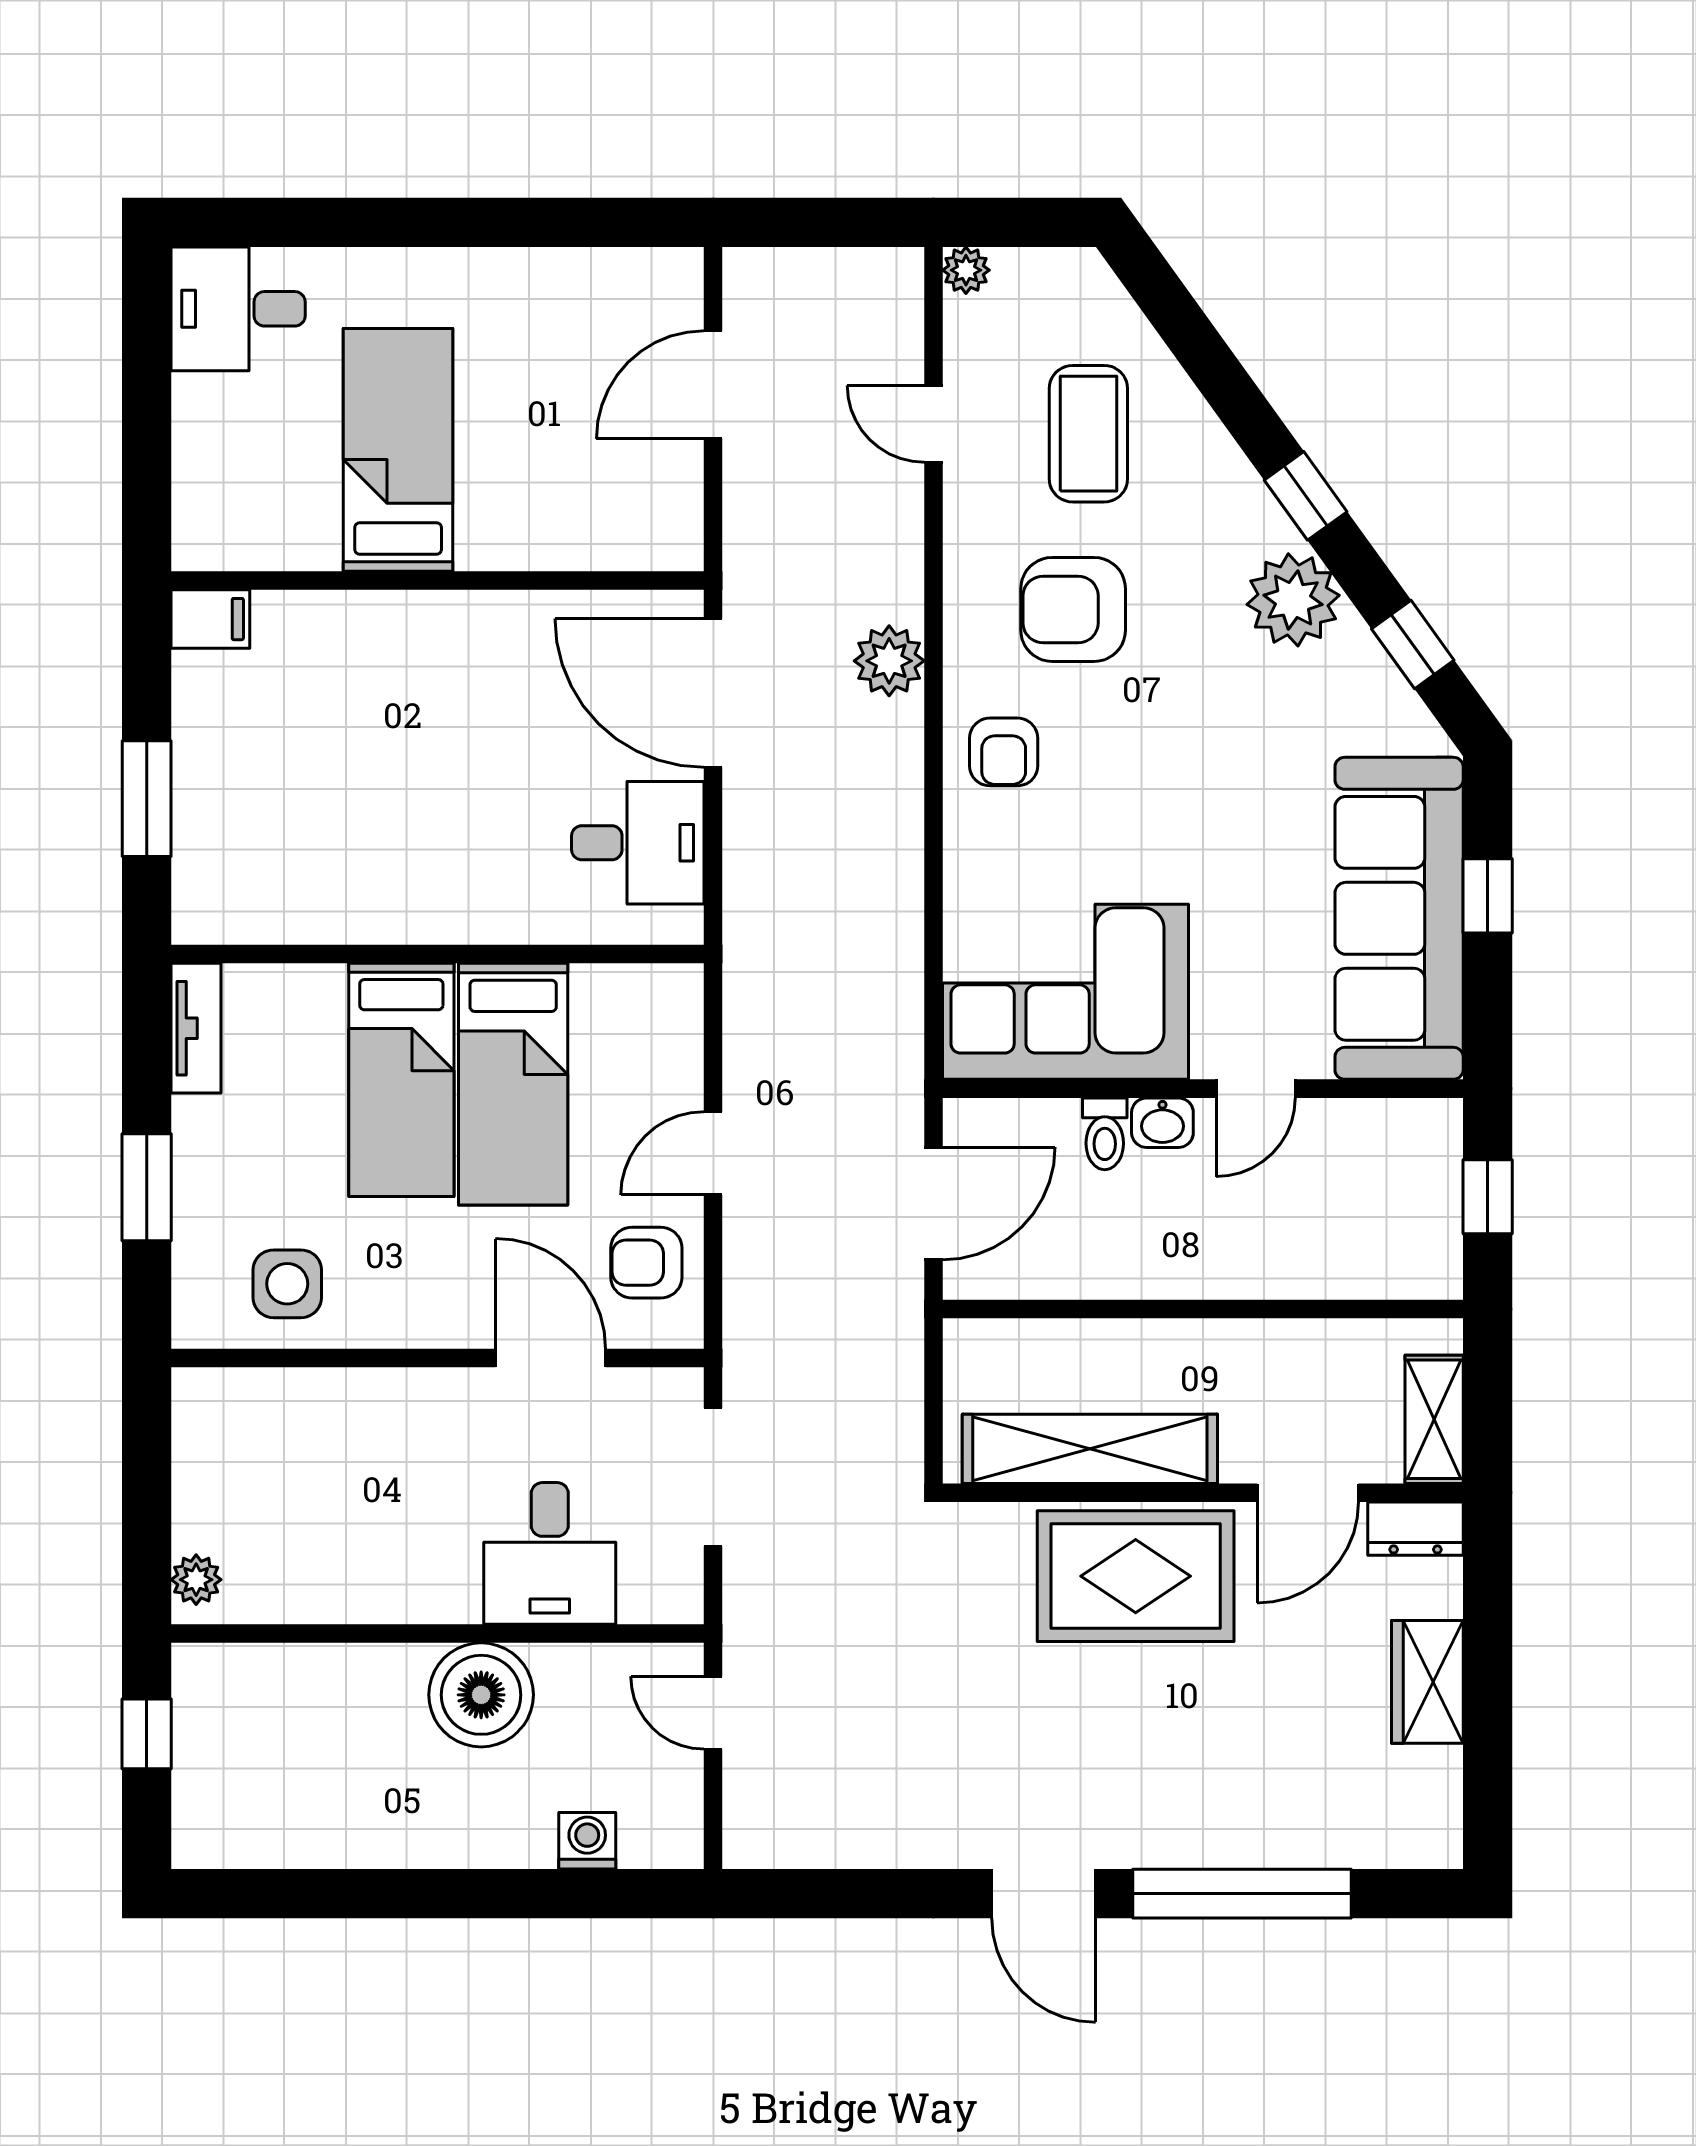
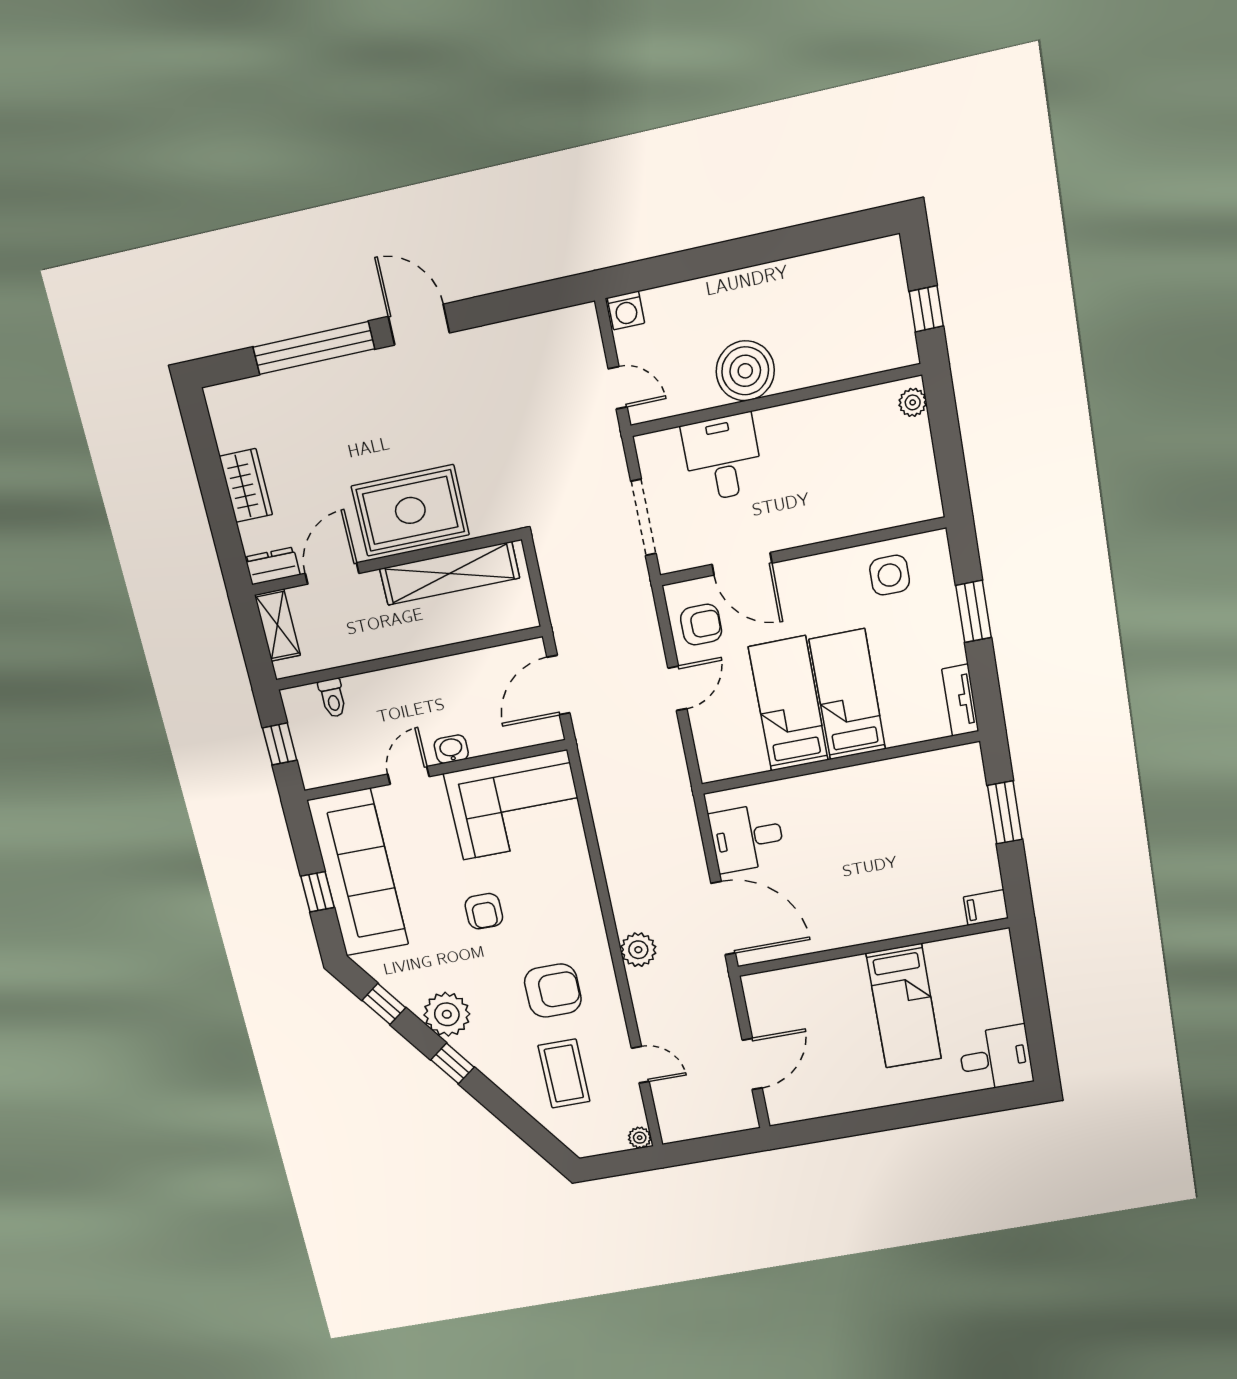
armchair: (1004, 752) -> (484, 911), moved, turned 180
toilet: (1105, 1134) -> (333, 698), moved, turned 180
washing machine: (587, 1841) -> (626, 310), moved

